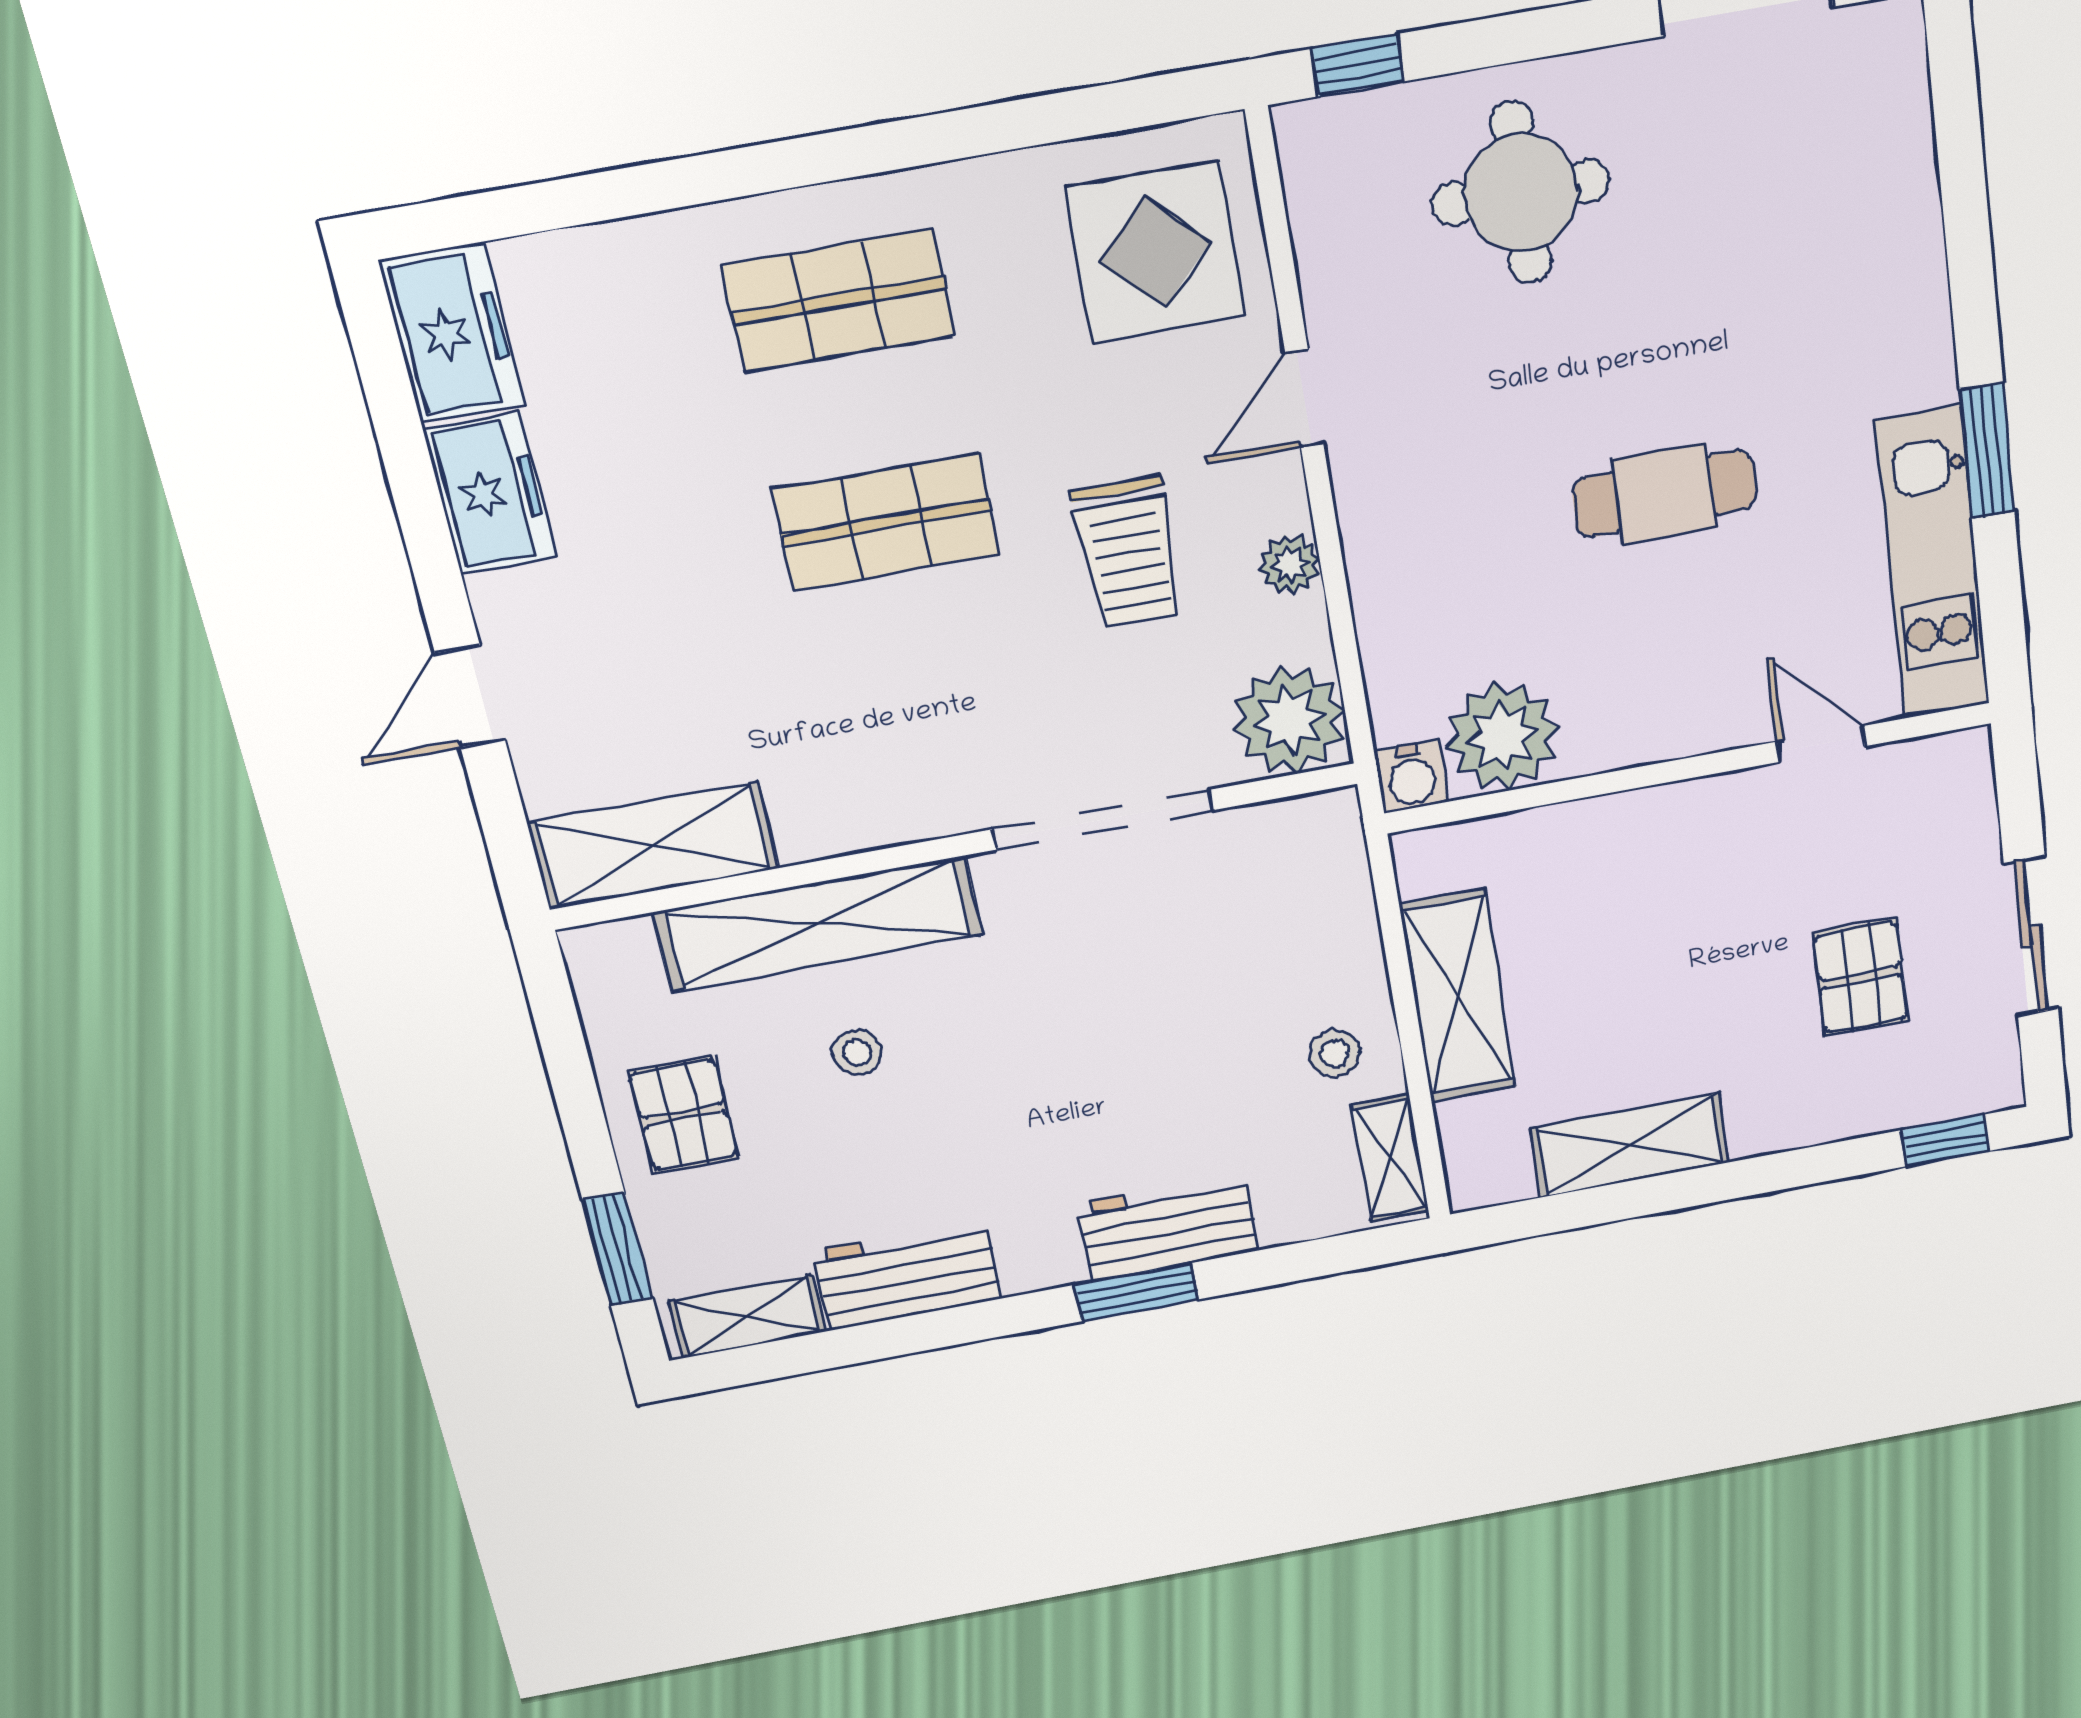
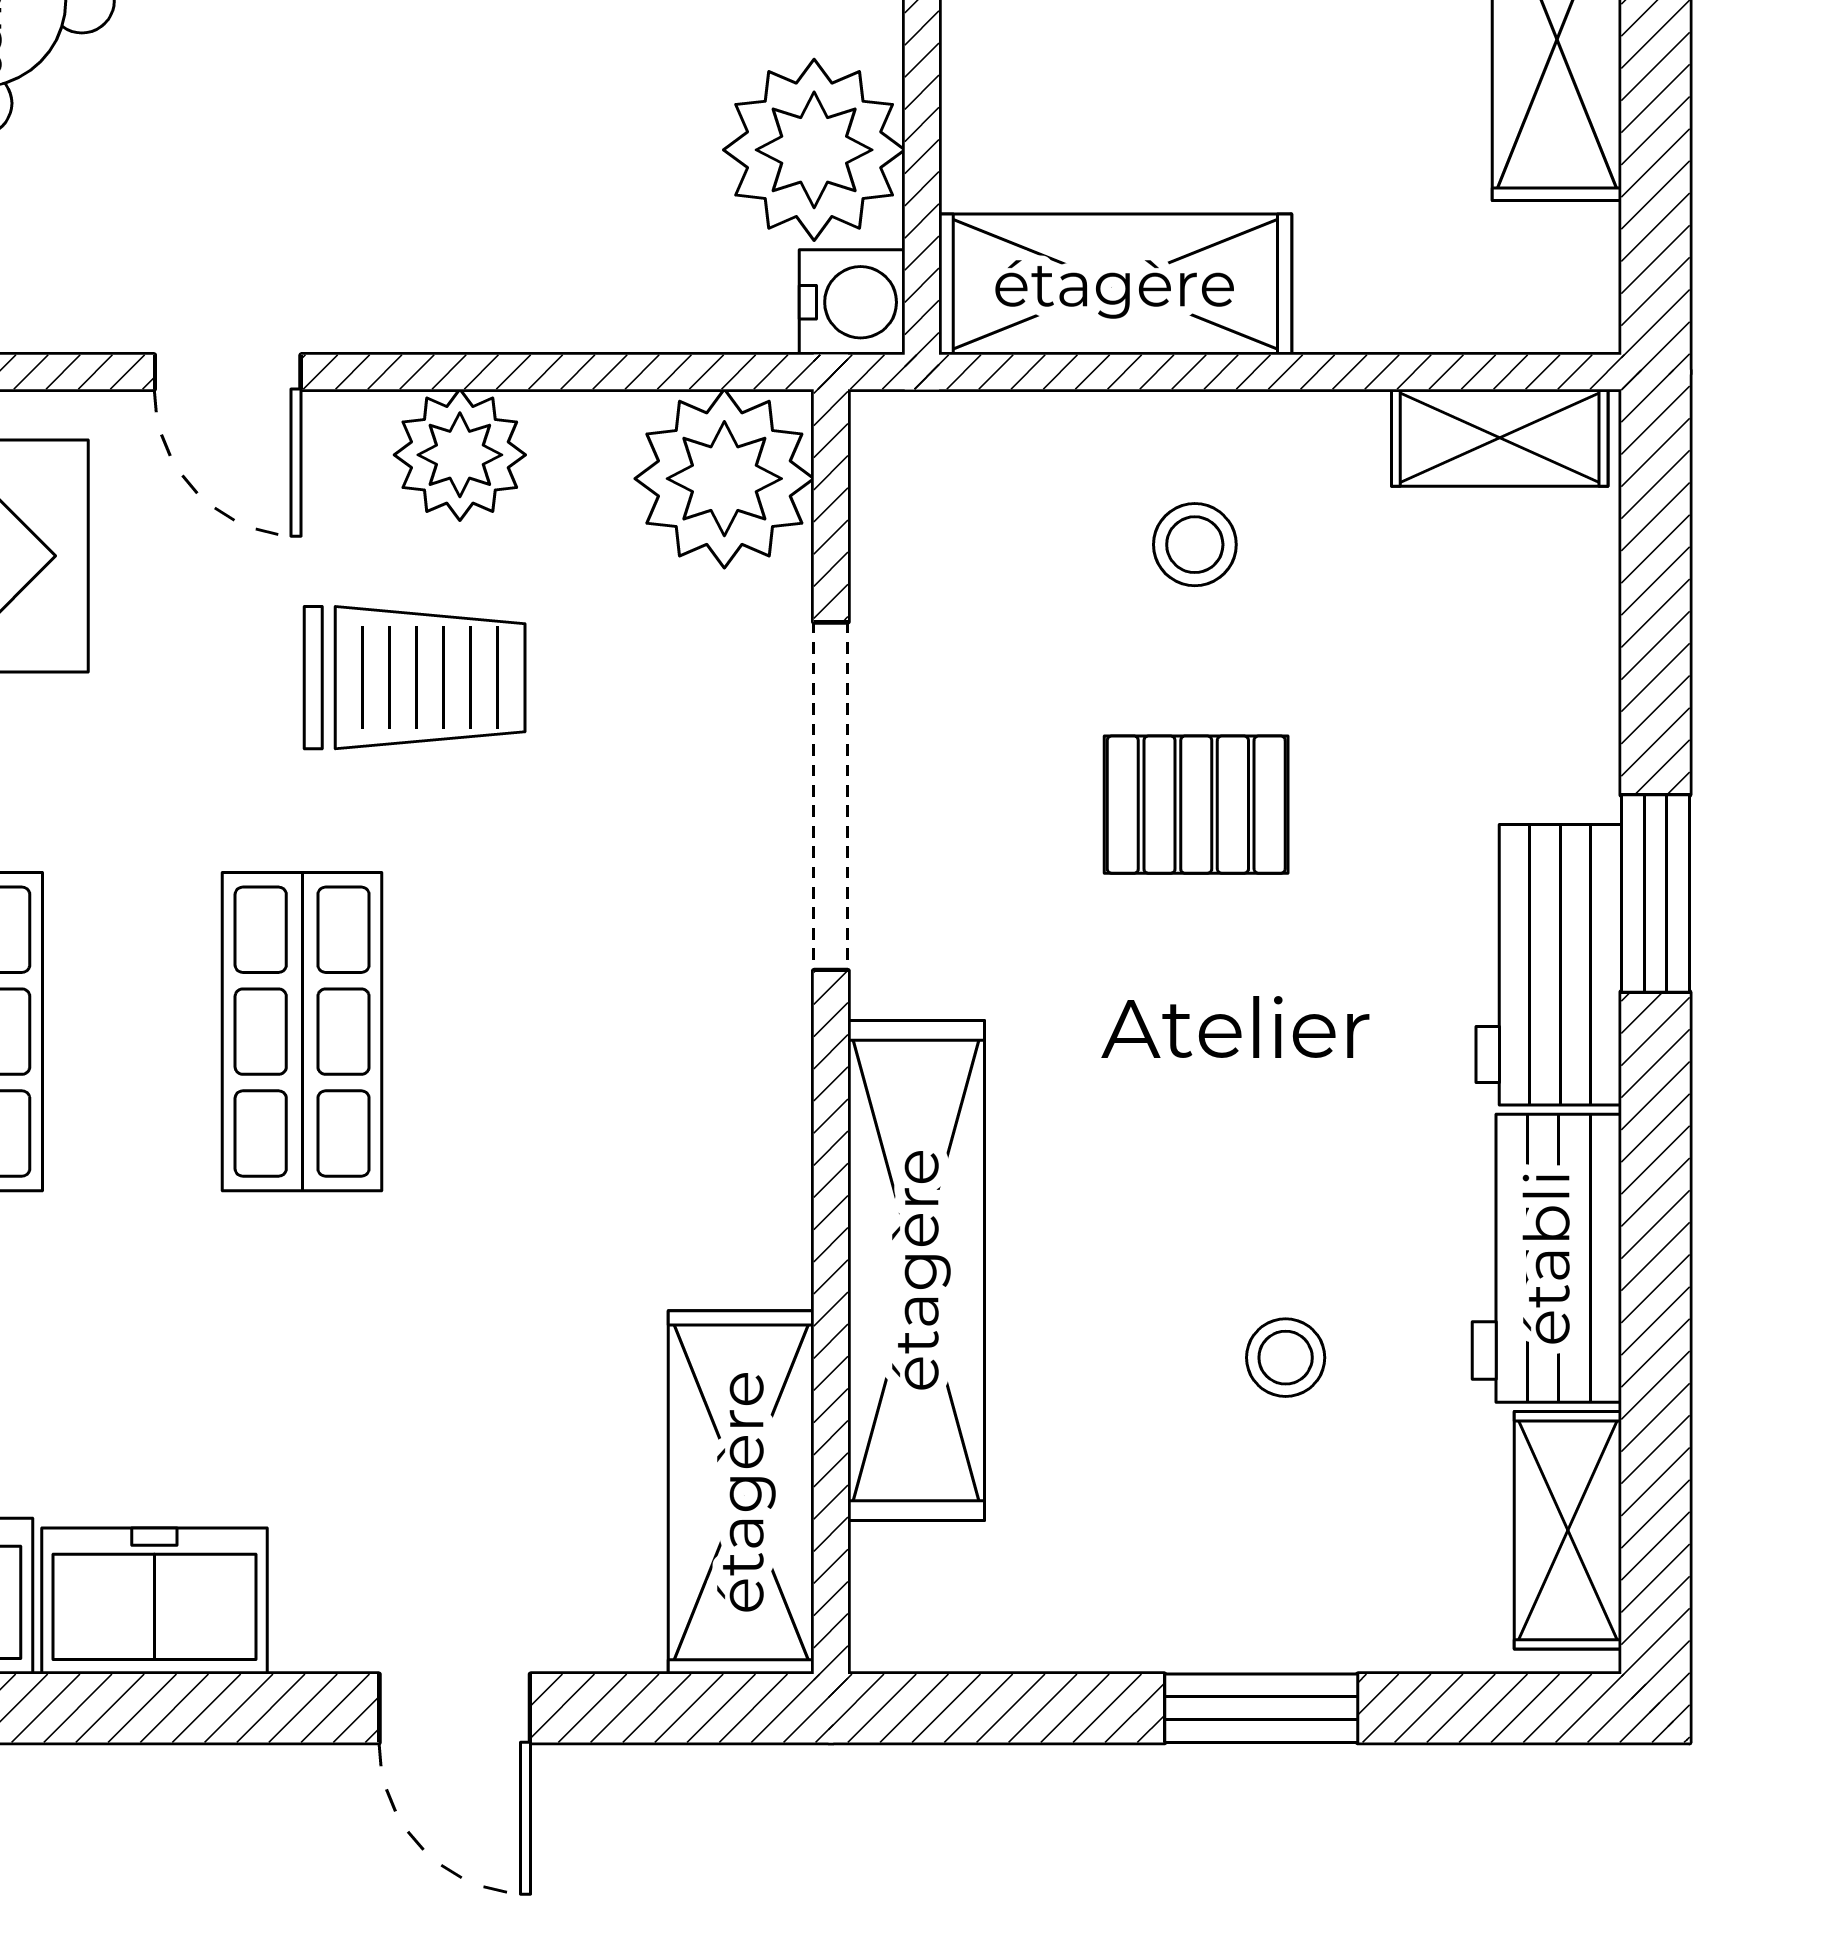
plant: (1289, 564) -> (460, 455), width x1.38, depth x1.38
shelving: (1458, 996) -> (1115, 284), moved
stool: (857, 1052) -> (1286, 1358), moved
stool: (1335, 1053) -> (1195, 545), moved
pallet: (684, 1115) -> (1196, 805), moved
workbench: (1168, 1227) -> (1549, 965), moved
window: (618, 1249) -> (1261, 1708), moved

